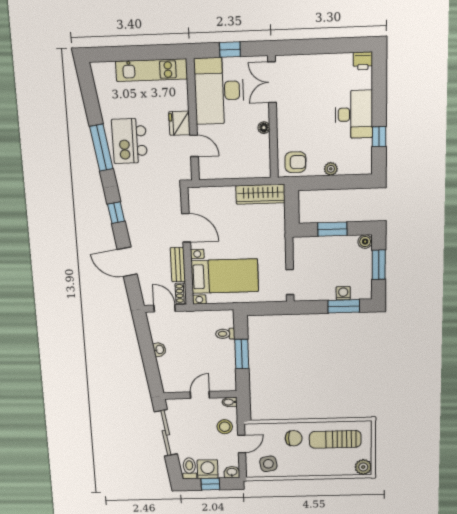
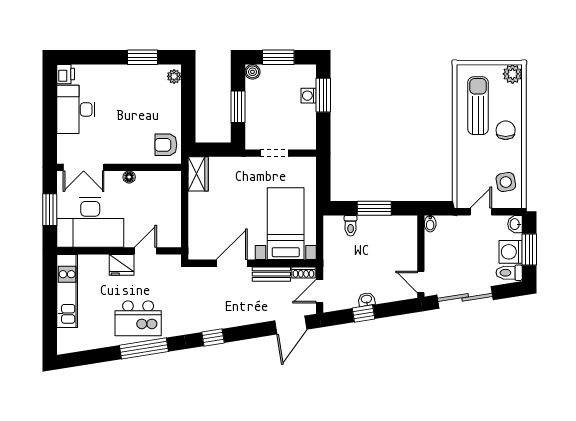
window: (230, 50) -> (50, 210), width x1.50
desk: (354, 114) -> (76, 109), moved, turned -90
window: (379, 137) -> (142, 57), width x1.50
armchair: (295, 162) -> (166, 145), turned -91
plant: (331, 169) -> (174, 76), moved
wardrobe: (260, 194) -> (198, 174), width x0.67
door: (127, 262) -> (291, 325), moved
doorway: (290, 282) -> (274, 153), moved
window: (147, 347) -> (363, 314), added
door: (200, 395) -> (421, 282), moved
stool: (225, 427) -> (459, 230), removed
chair: (294, 438) -> (506, 130), moved
sun lounger: (335, 439) -> (478, 106), turned 180
door: (242, 444) -> (481, 212), hinge flipped
window: (210, 484) -> (529, 249), width x1.50

